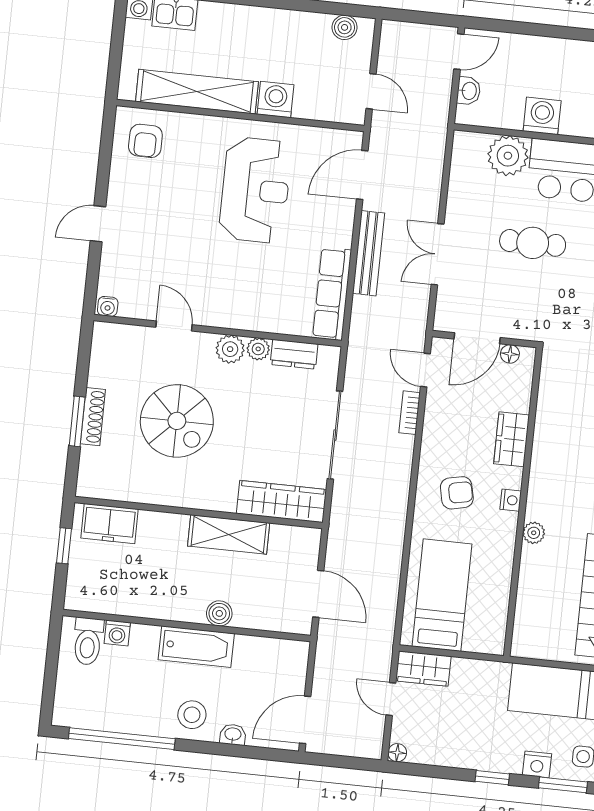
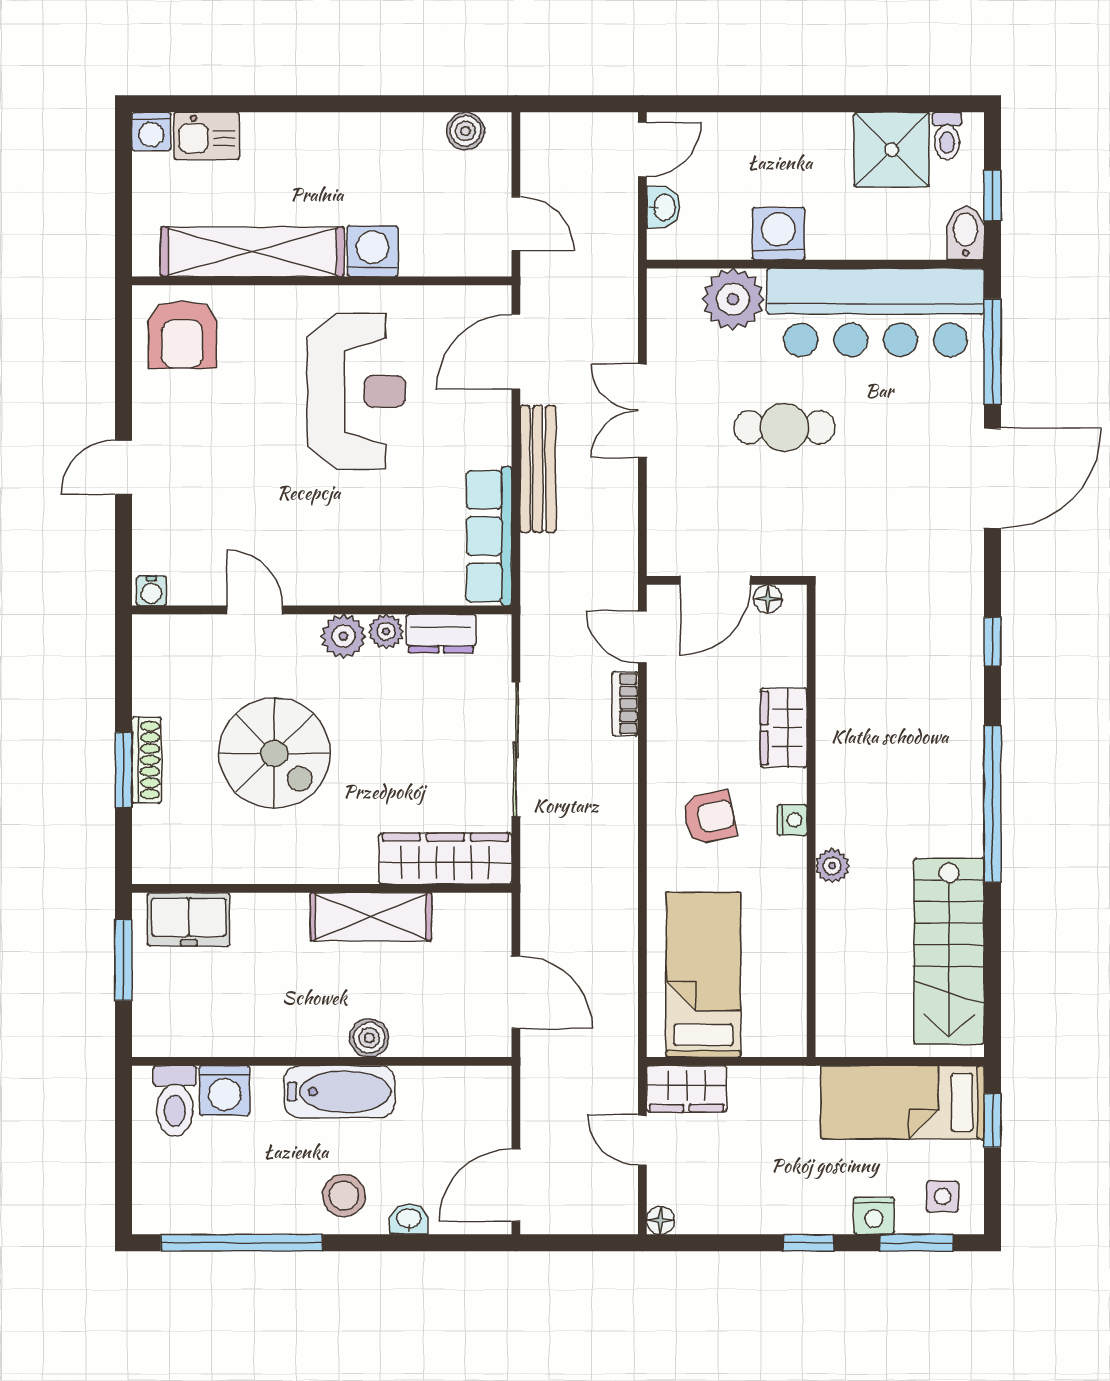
armchair: (145, 141) -> (182, 334), width x1.38, depth x1.38
double door: (438, 254) -> (642, 411), moved
window: (64, 546) -> (124, 960), width x1.50
washing machine: (117, 633) -> (225, 1091), width x1.38, depth x1.38

